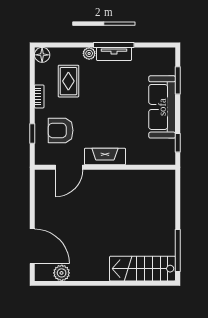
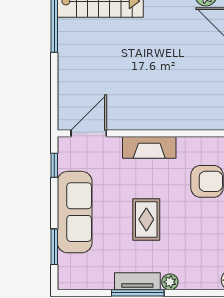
rug: (68, 81) -> (146, 219), moved
door: (69, 167) -> (89, 133), moved

